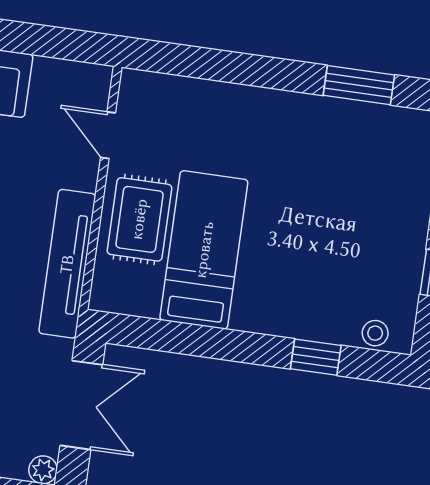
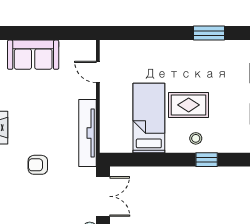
rug: (139, 219) -> (189, 105), moved, turned 90
stool: (375, 333) -> (196, 138), moved

